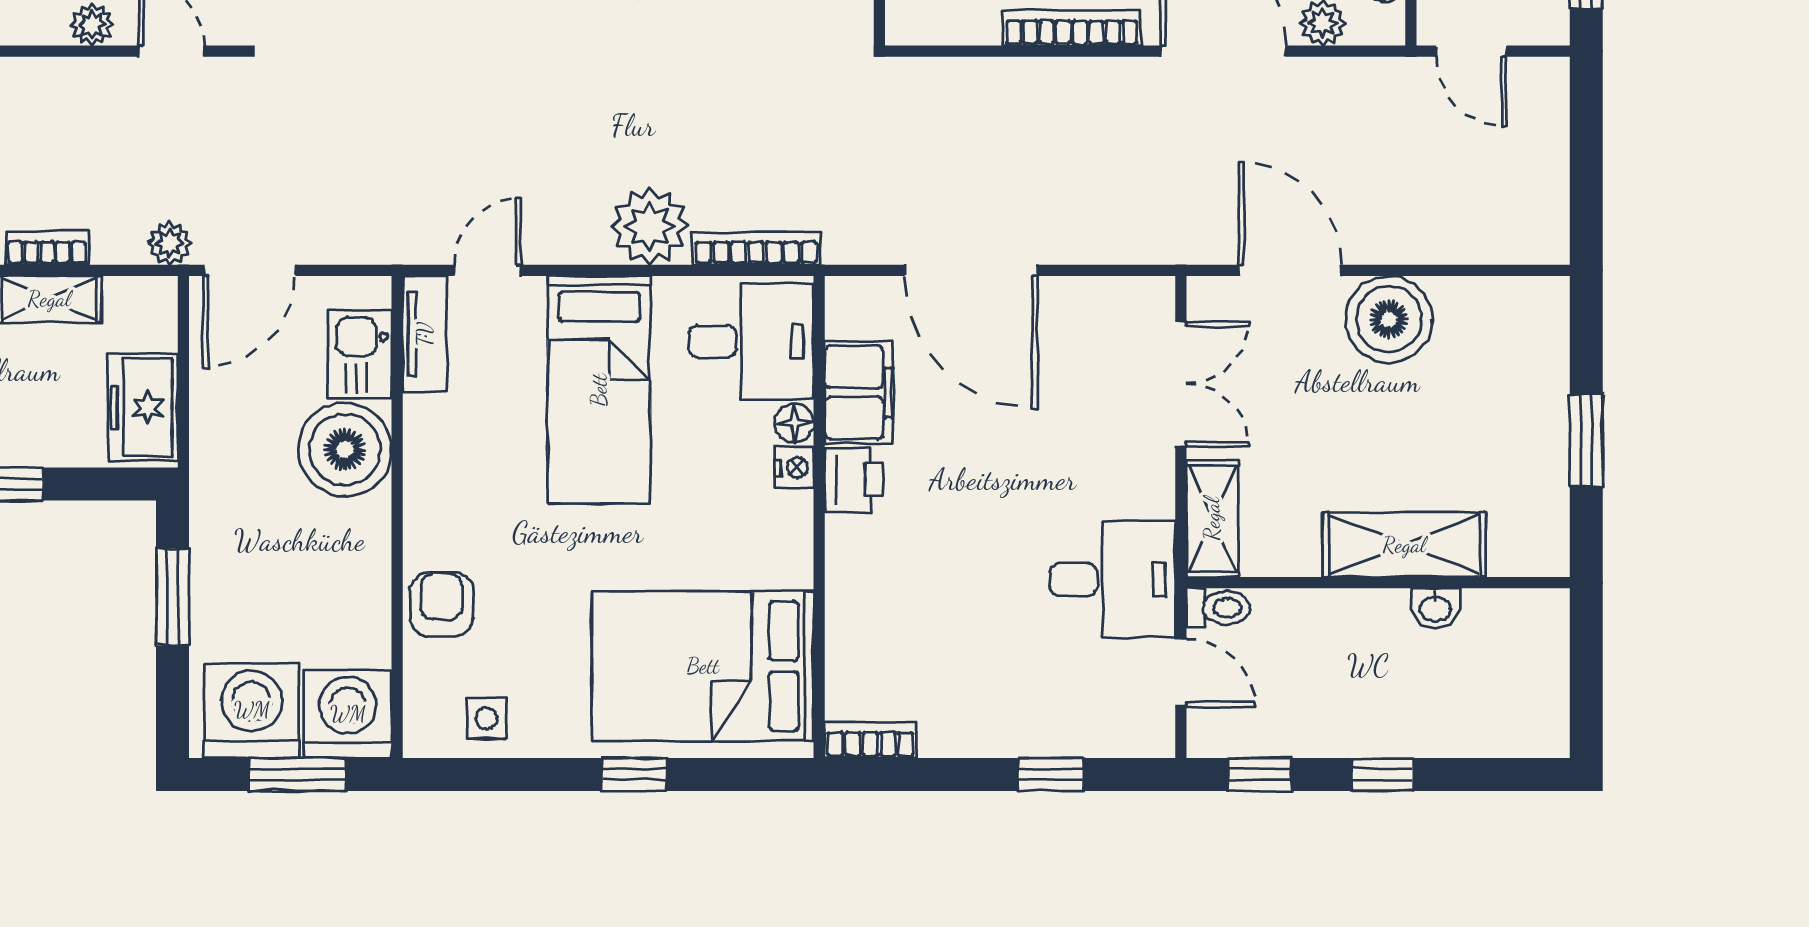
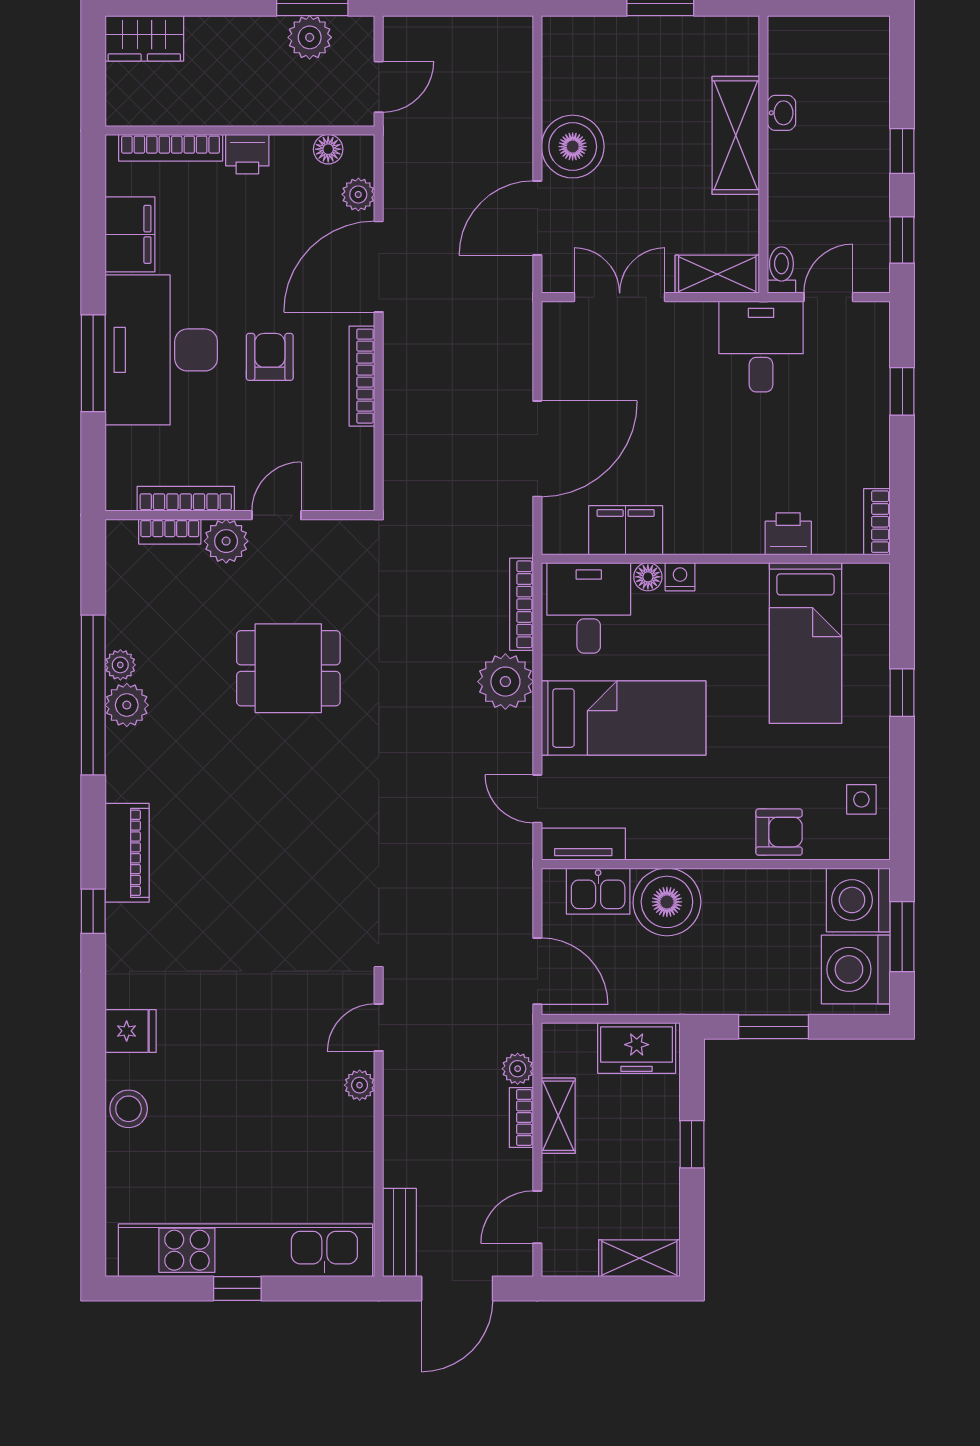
plant: (170, 243) -> (518, 1069), moved
printer: (854, 480) -> (788, 534), moved
armchair: (441, 604) -> (779, 832), turned 180
bed: (703, 666) -> (805, 643), width x0.67

